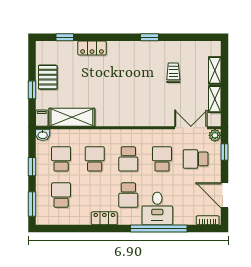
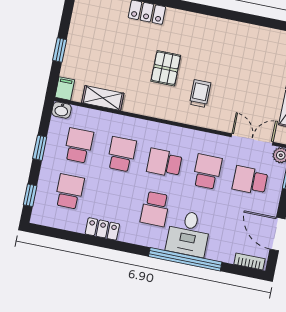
window: (149, 37) -> (223, 13), removed
trolley: (173, 73) -> (200, 94), moved
pallet: (48, 77) -> (166, 68), moved
shelving: (72, 117) -> (103, 98), width x0.67, depth x0.75
school desk: (128, 159) -> (164, 163), turned 90
window: (32, 204) -> (30, 195), width x0.67
locker: (104, 218) -> (102, 229), moved

